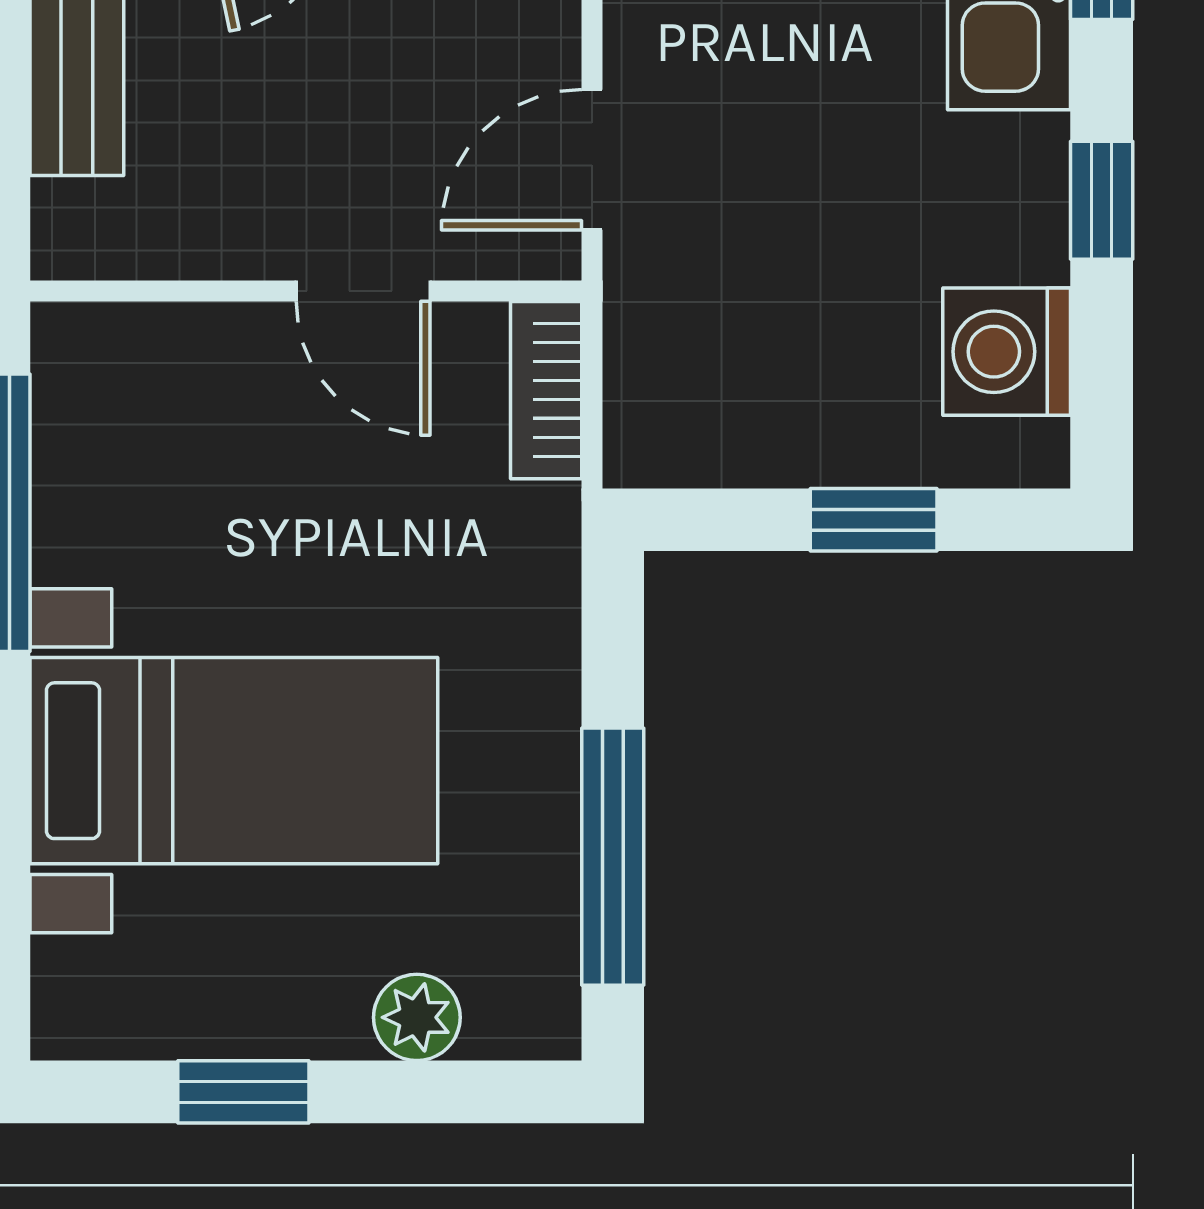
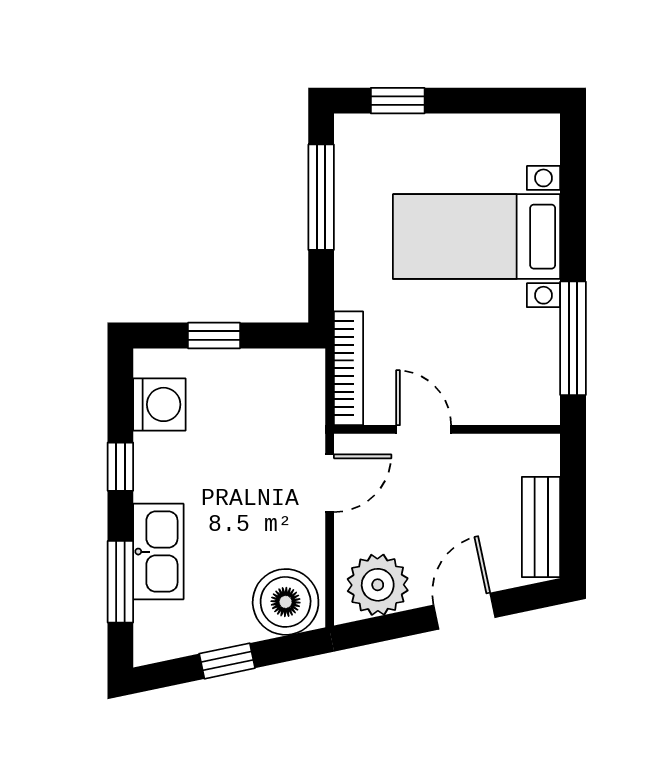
bookcase: (546, 390) -> (348, 368), width x1.56
plant: (417, 1017) -> (401, 131), removed
window: (243, 1092) -> (398, 101), moved

